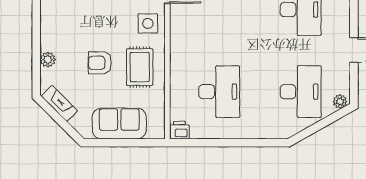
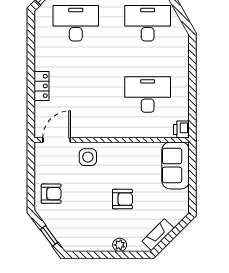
armchair: (100, 63) -> (122, 199), turned -90
rug: (140, 67) -> (126, 164), removed
sofa: (119, 124) -> (176, 165), moved

